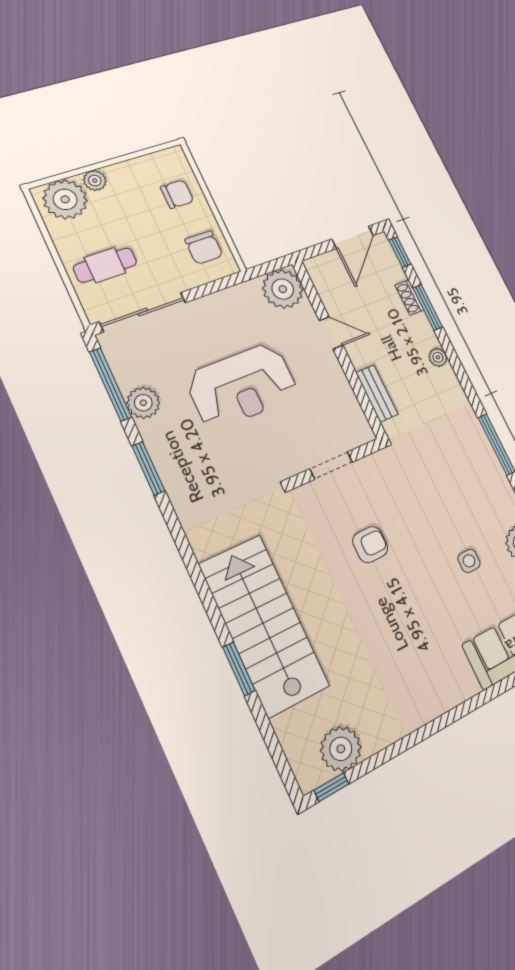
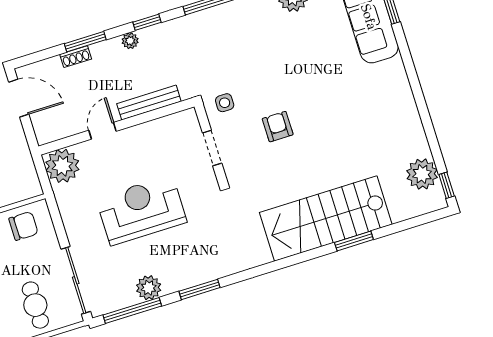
window: (400, 252) -> (147, 22), moved
reception desk: (242, 386) -> (141, 210), turned -90
bench: (377, 393) -> (149, 103), width x1.36
side table: (469, 561) -> (225, 103), moved

